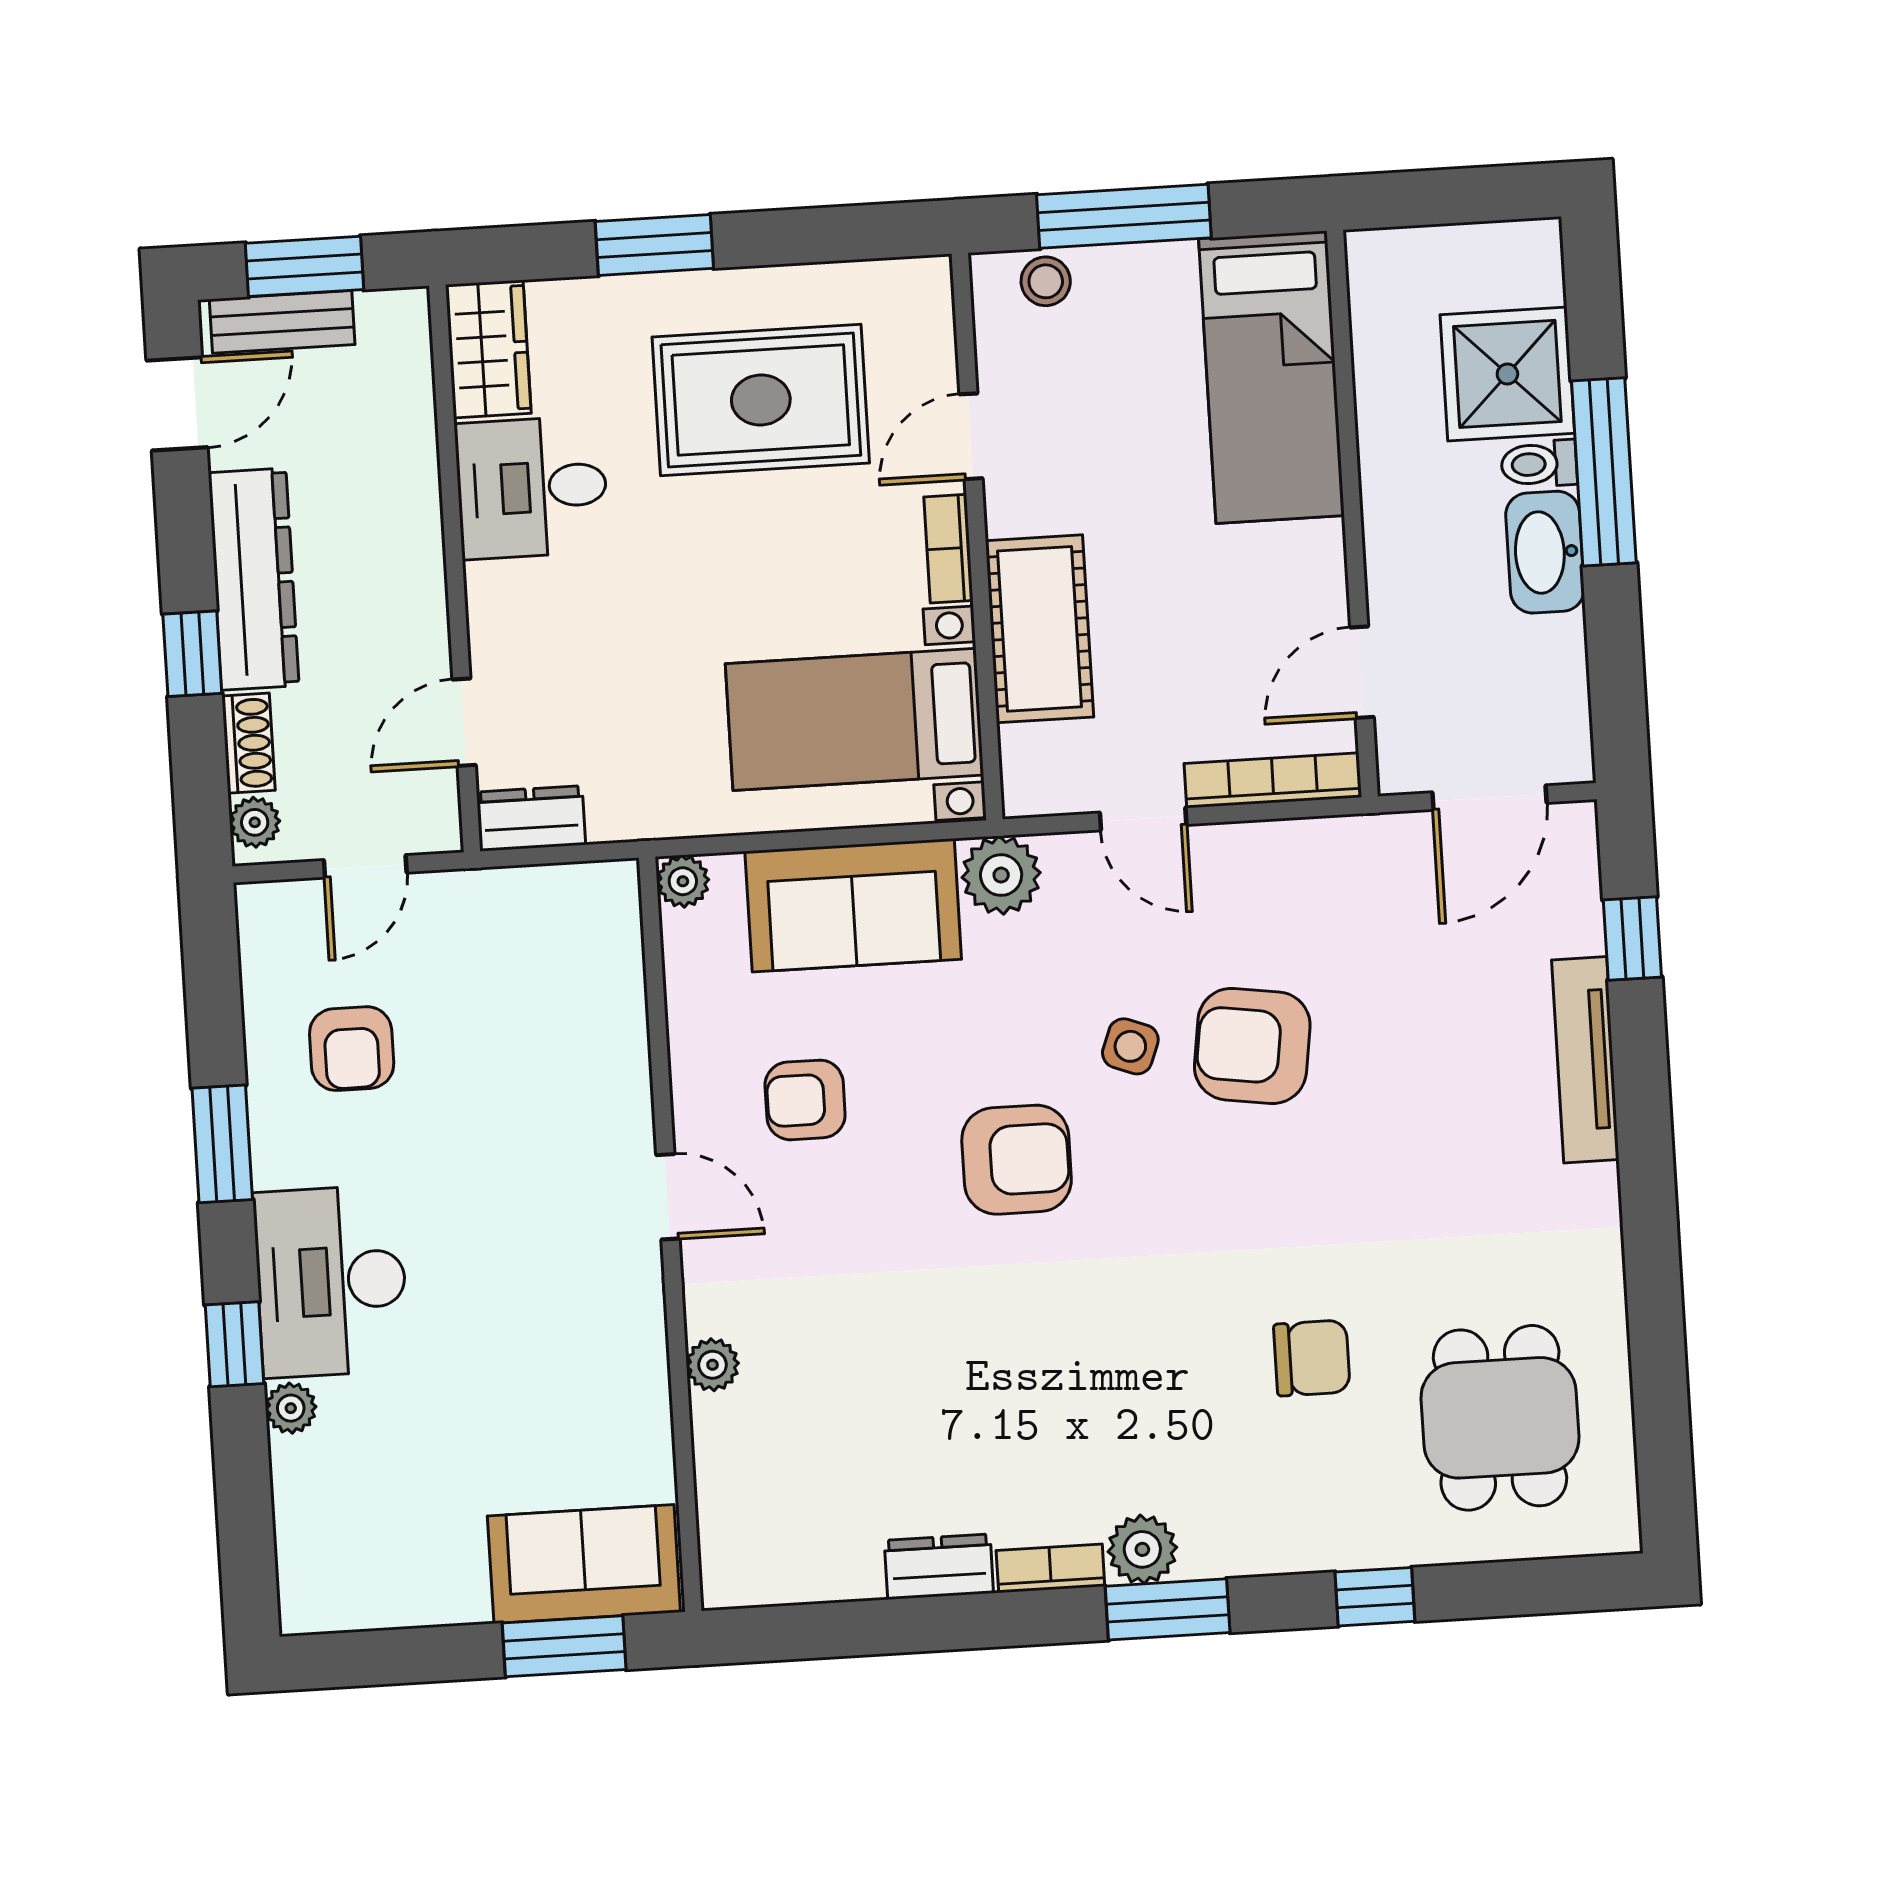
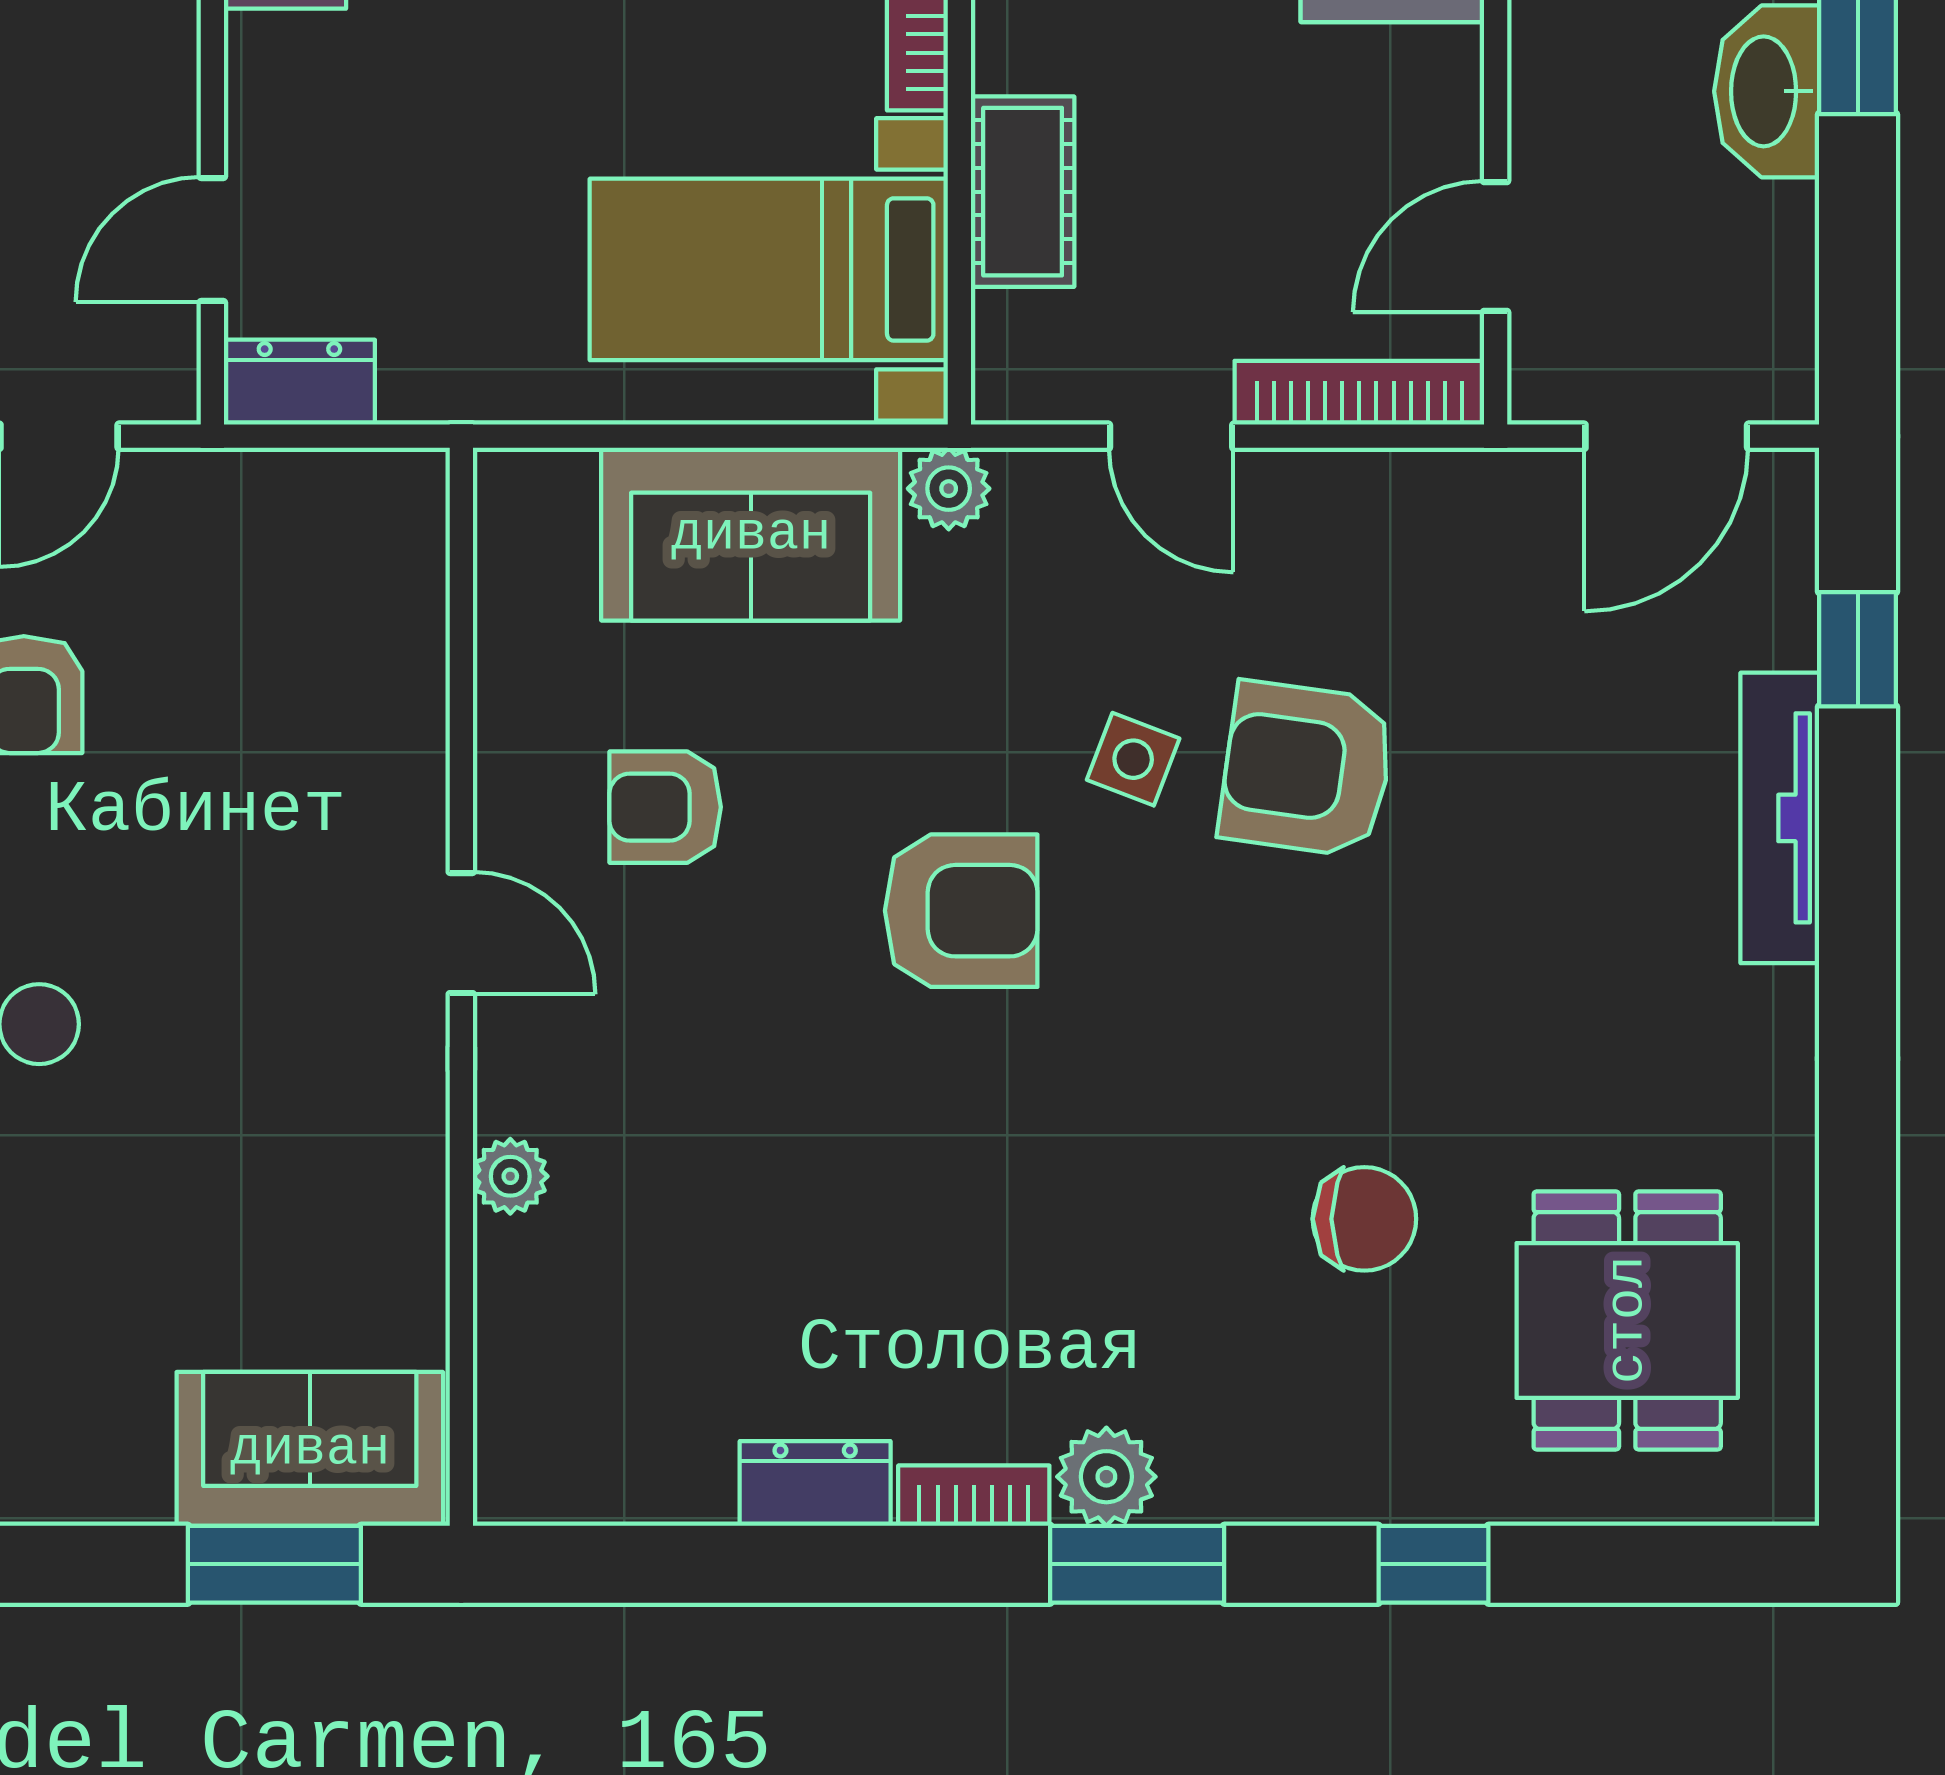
cot: (1040, 629) -> (1023, 192), width x0.73, depth x0.75
plant: (1001, 875) -> (949, 489), width x0.73, depth x0.73
plant: (683, 881) -> (510, 485), removed

